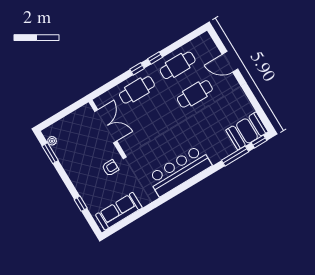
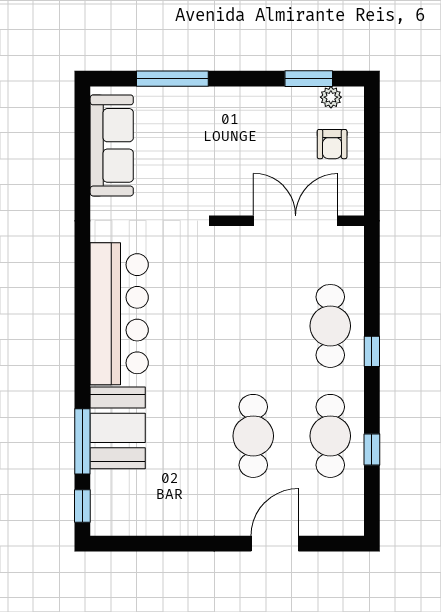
window: (155, 58) -> (372, 450), moved
double door: (106, 126) -> (296, 221), swing flipped
booth: (247, 131) -> (118, 428), moved
armchair: (110, 168) -> (332, 144), moved
window: (81, 204) -> (172, 79), width x2.17

